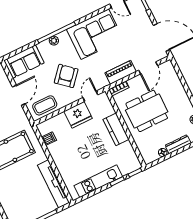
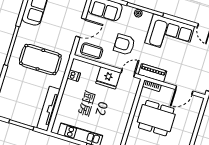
piano: (121, 72) -> (152, 73), moved
armchair: (66, 76) -> (124, 44), turned -131
kitchen counter: (116, 129) -> (124, 111), removed

